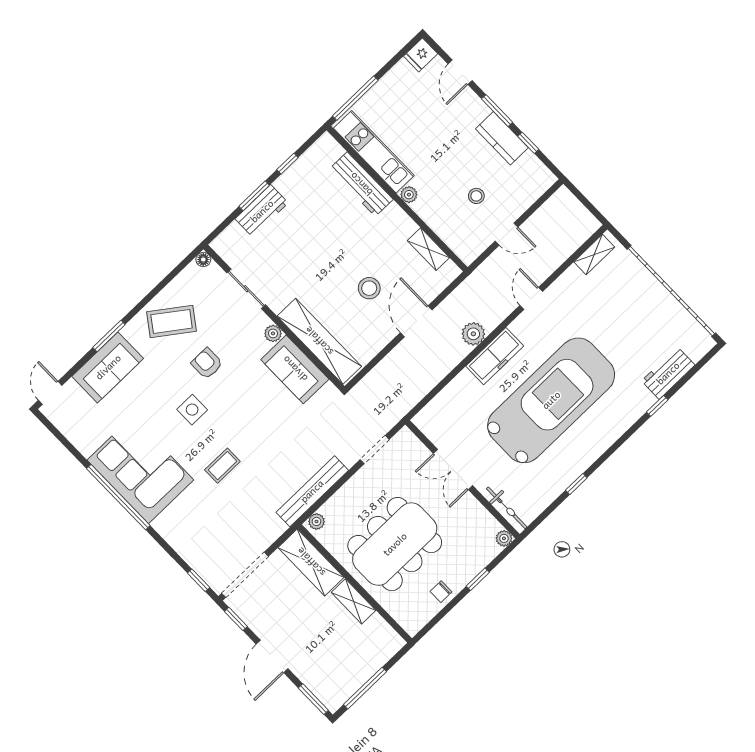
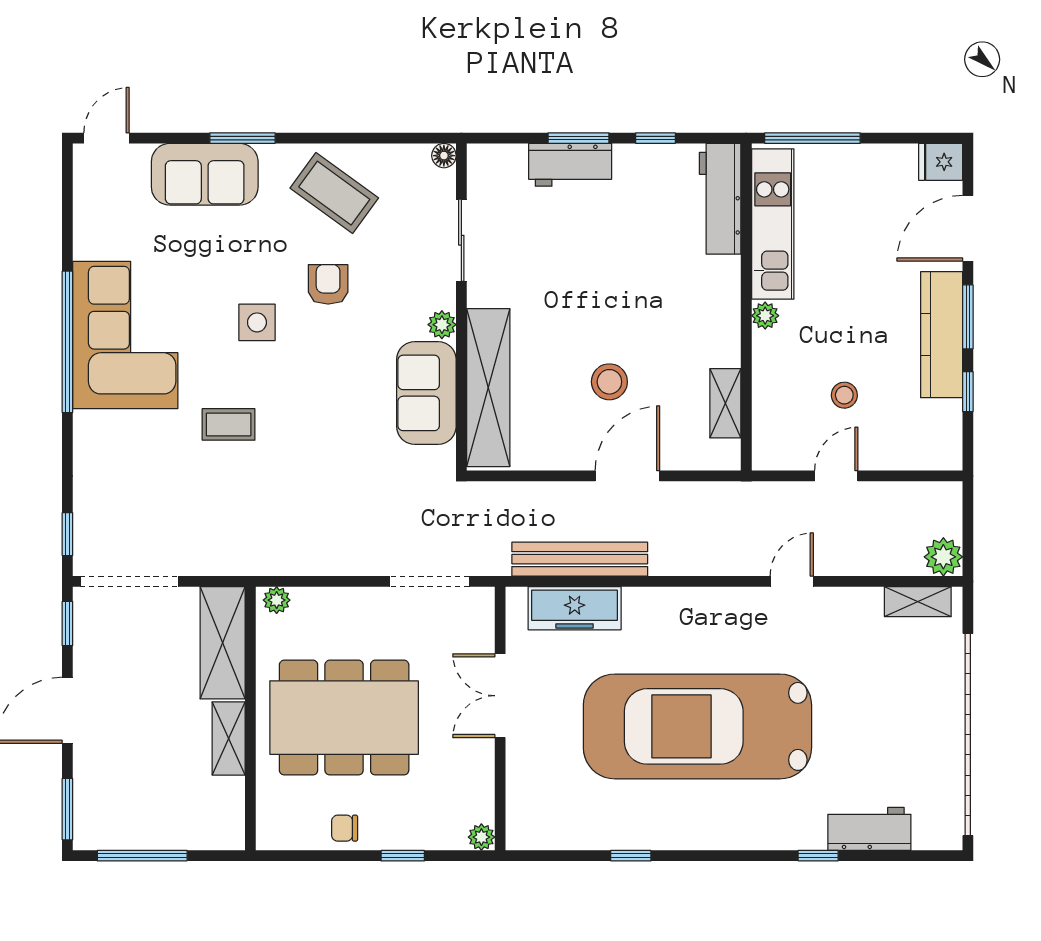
door: (460, 72) -> (968, 228), width x1.38
kitchen counter: (502, 138) -> (942, 335), width x1.50
workbench: (361, 184) -> (720, 199), moved
door: (507, 234) -> (836, 476), swing flipped
plant: (473, 334) -> (943, 557), moved
freezer: (495, 356) -> (575, 608), moved
car: (551, 400) -> (697, 726), turned 180
doorway: (375, 450) -> (429, 581), width x1.38
bench: (312, 491) -> (580, 559), moved
bicycle: (507, 508) -> (520, 804), removed

